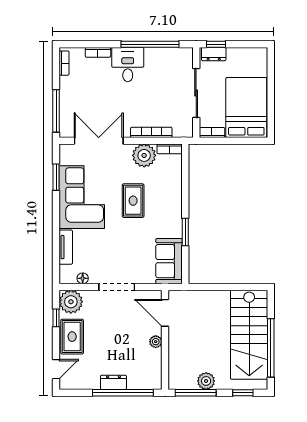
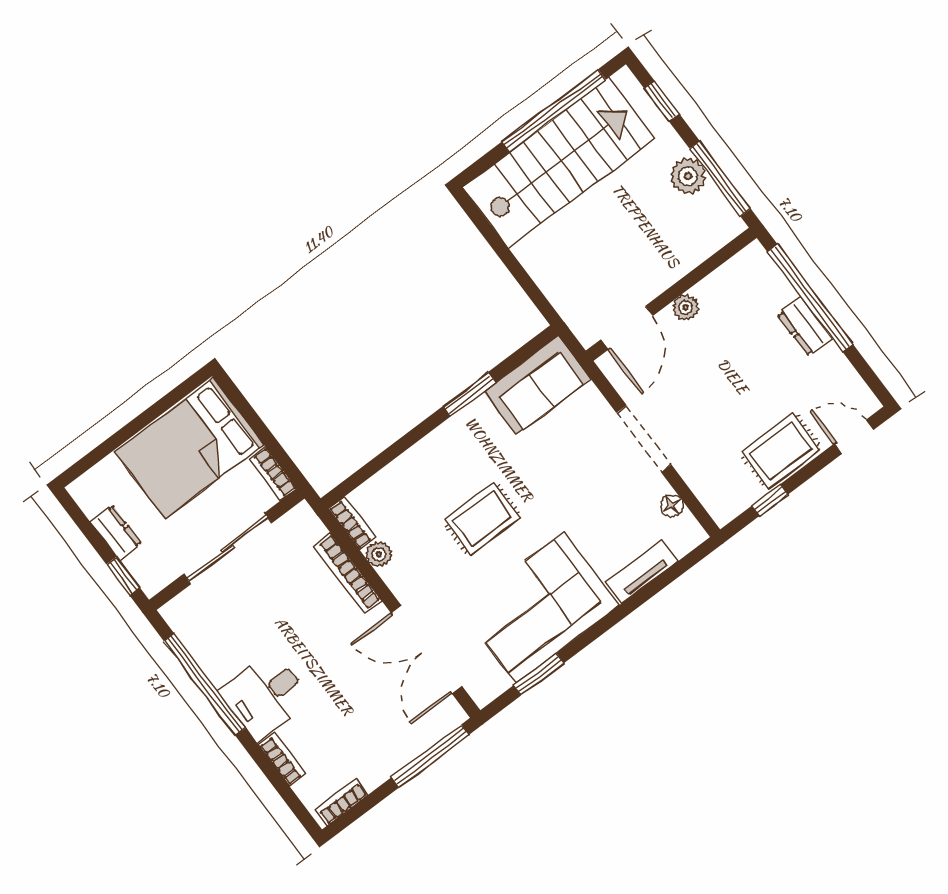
dresser: (214, 54) -> (116, 533), moved
plant: (144, 155) -> (379, 554), width x0.53, depth x0.53
plant: (71, 302) -> (725, 496), removed

